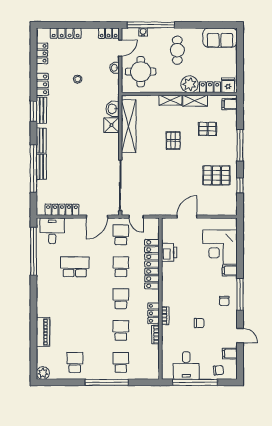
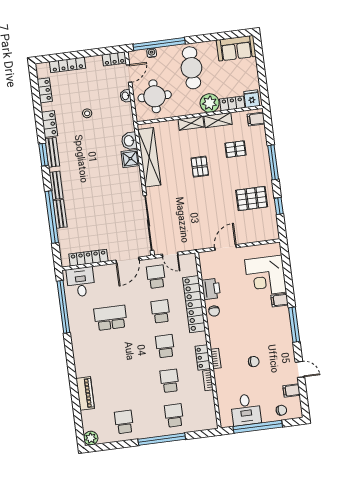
cafe table: (177, 50) -> (191, 68), width x1.37, depth x1.35
chair: (224, 301) -> (214, 311), moved

